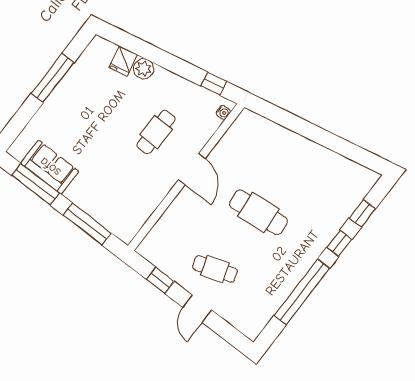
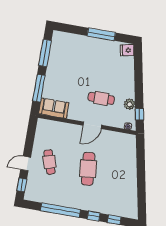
fridge: (123, 61) -> (127, 50), moved
plant: (144, 69) -> (130, 104), moved
sofa: (50, 167) -> (54, 108), moved, turned -90
window: (160, 280) -> (22, 185), moved

